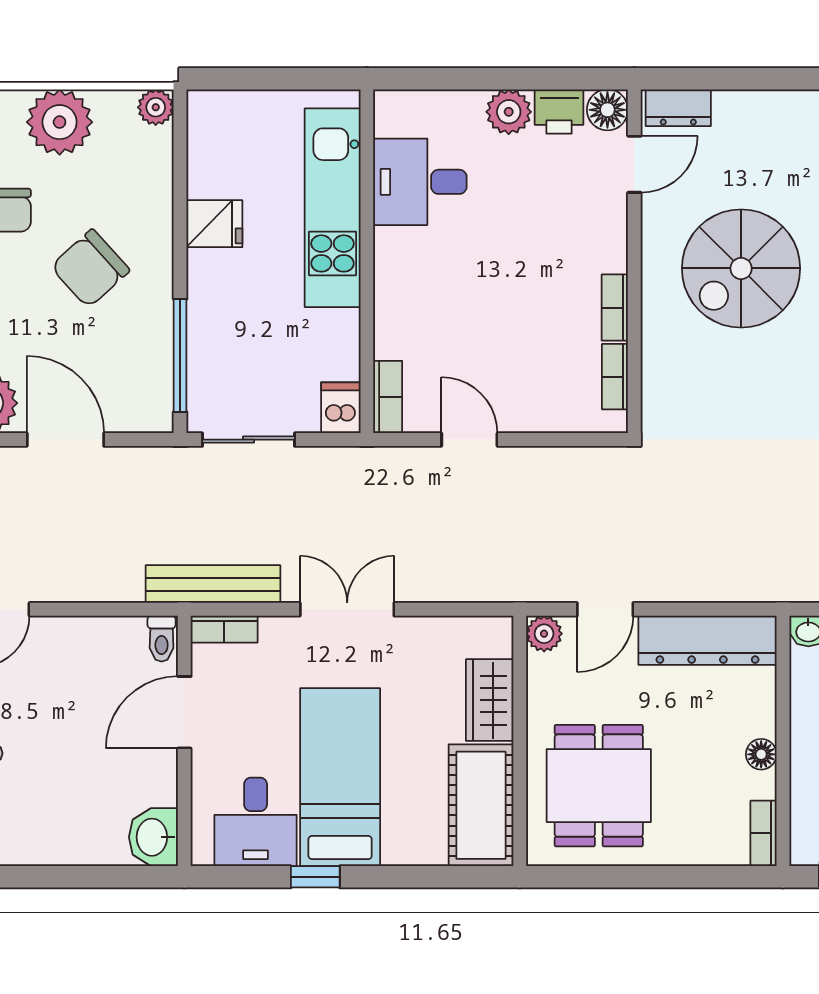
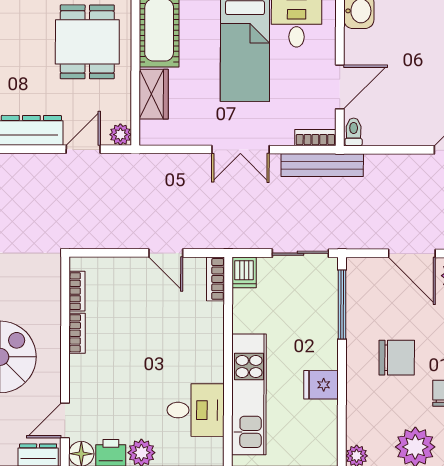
chair: (90, 268) -> (397, 358), turned 42

